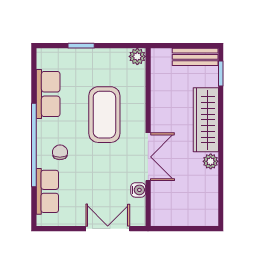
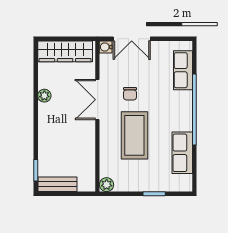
wardrobe: (206, 120) -> (65, 51), moved, turned 90
chair: (60, 152) -> (130, 94), moved
water cooler: (138, 190) -> (106, 47), moved

